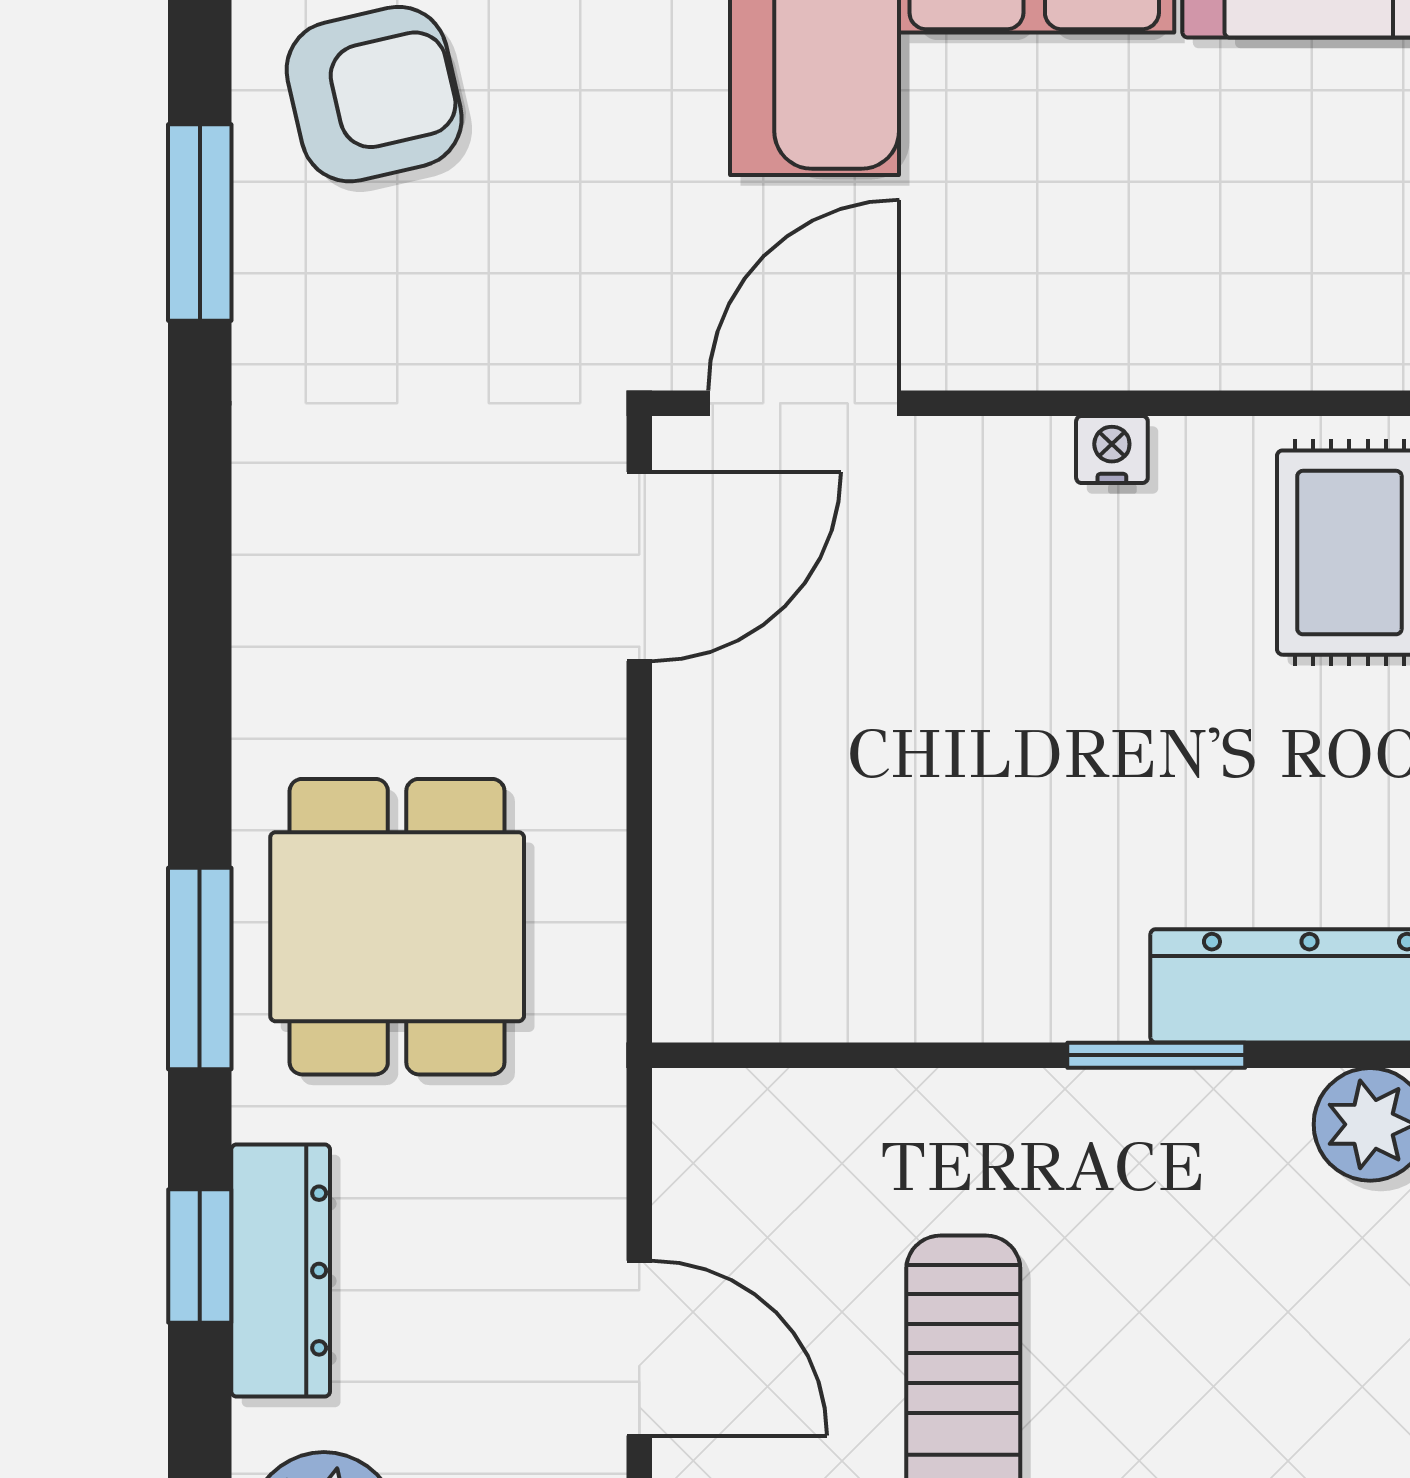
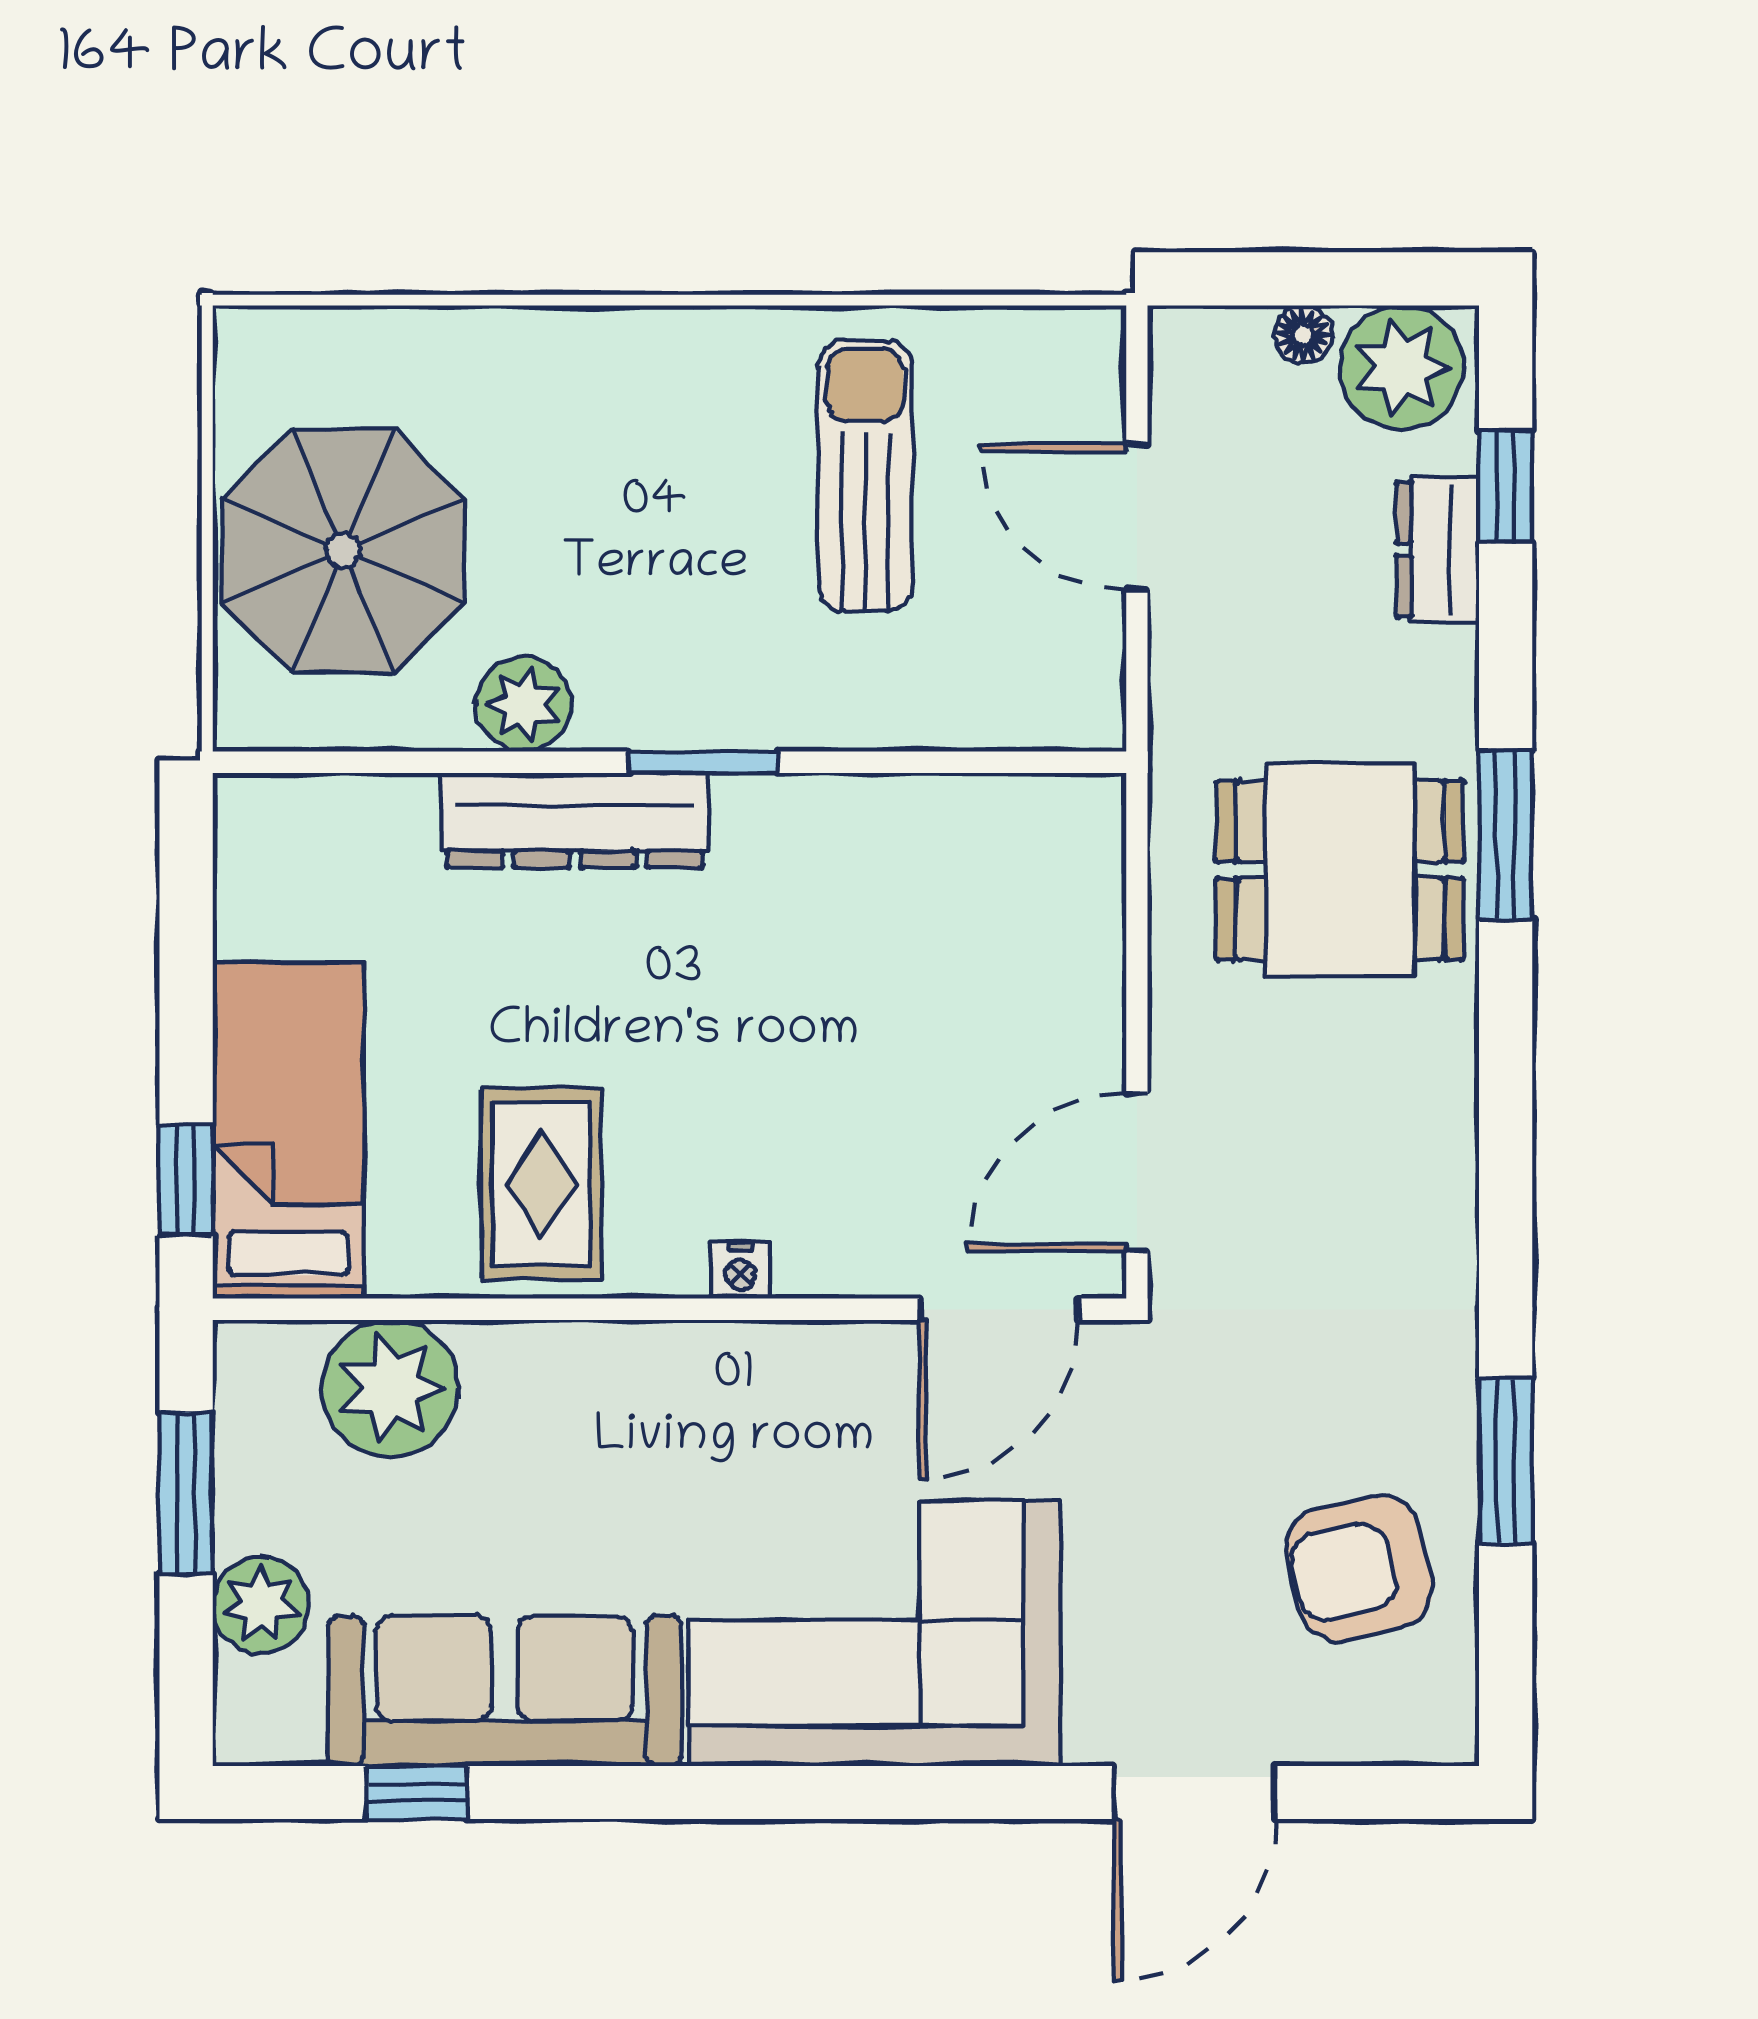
dining table: (397, 927) -> (1340, 870), turned 90
window: (200, 1256) -> (1506, 486), moved
dresser: (281, 1271) -> (1438, 550), width x0.70

